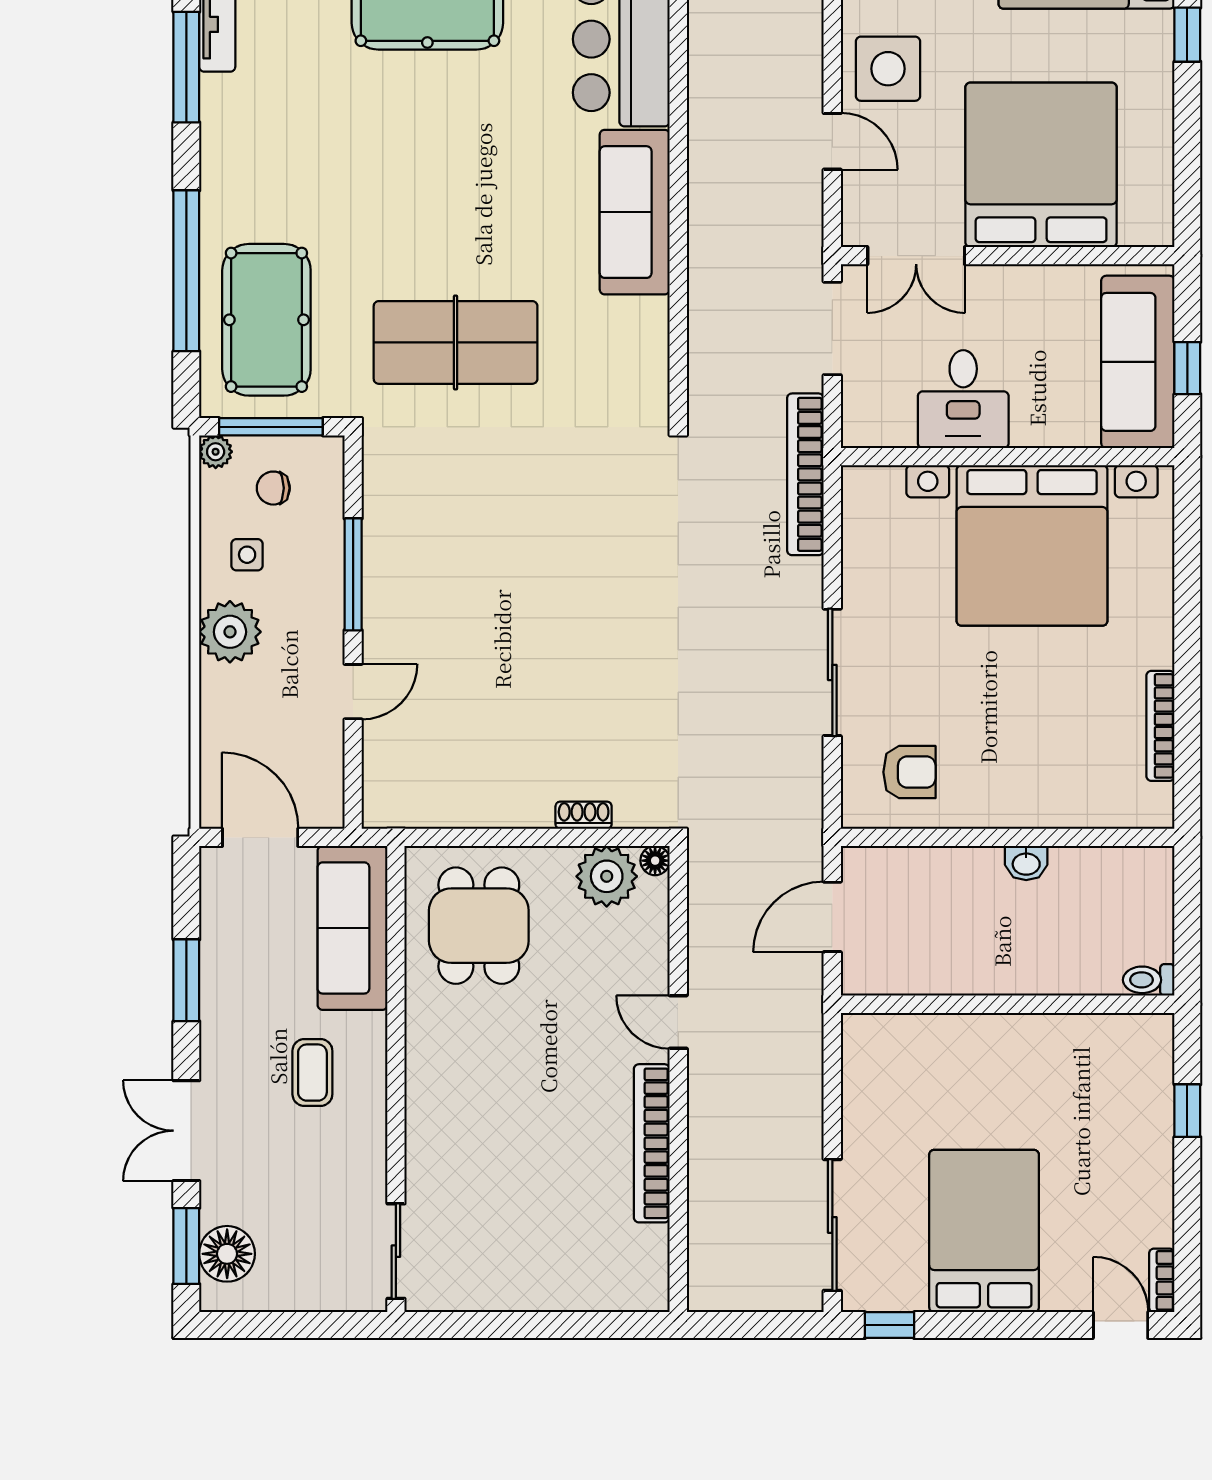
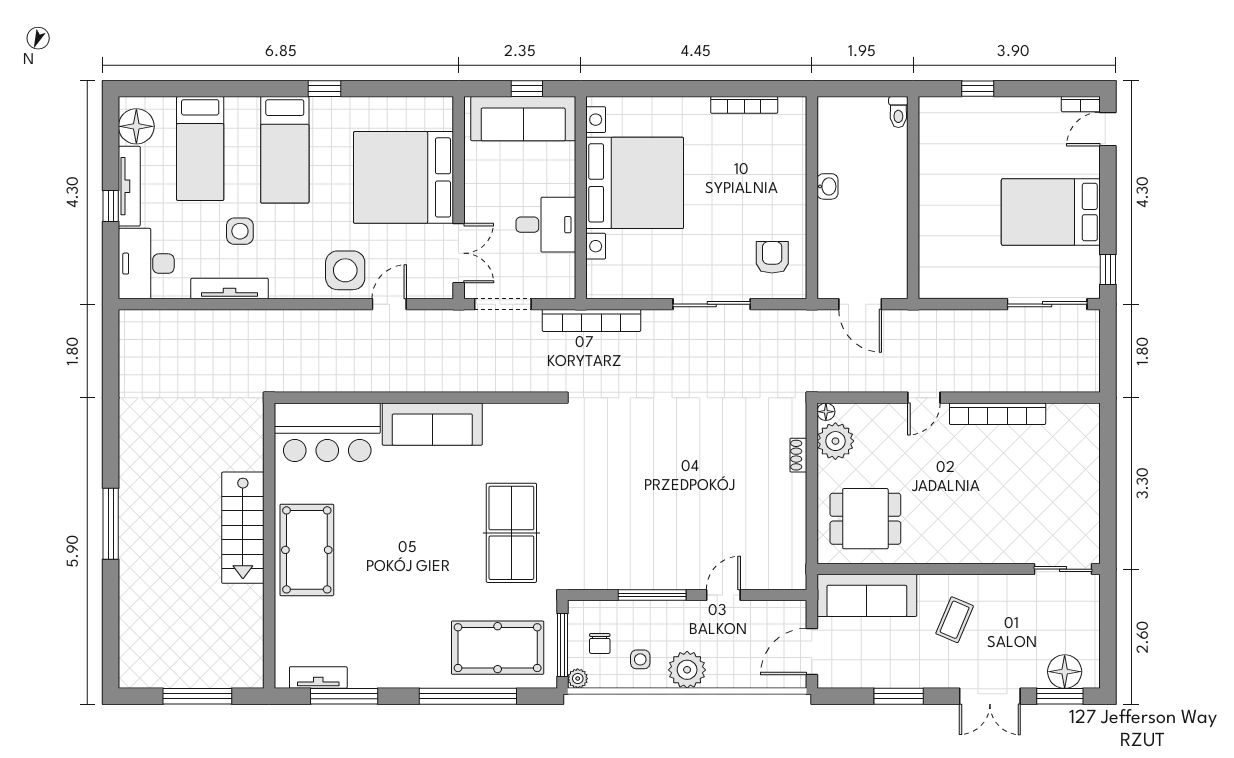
door: (353, 692) -> (723, 595), hinge flipped
coffee table: (312, 1073) -> (955, 620), turned -67

